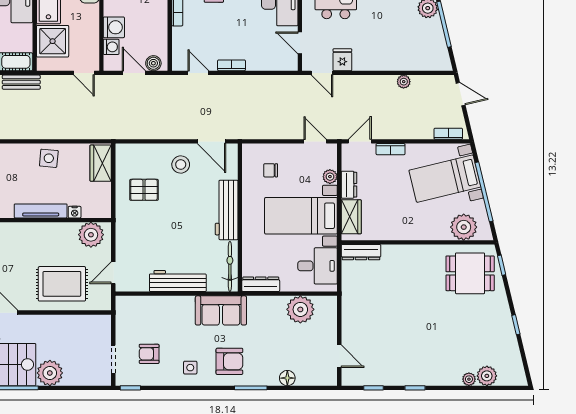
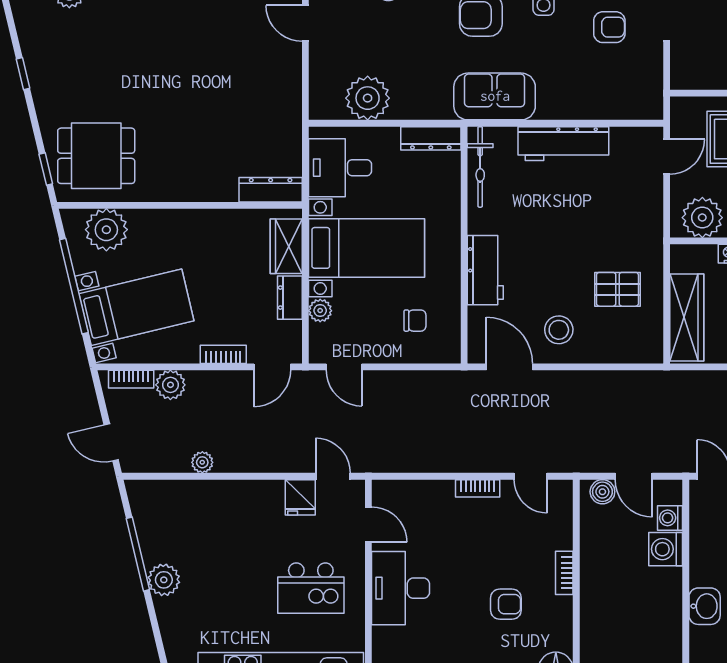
plant: (424, 130) -> (170, 385), added
wardrobe: (101, 163) -> (687, 317), width x1.50
workbench: (227, 210) -> (485, 270), width x0.73

